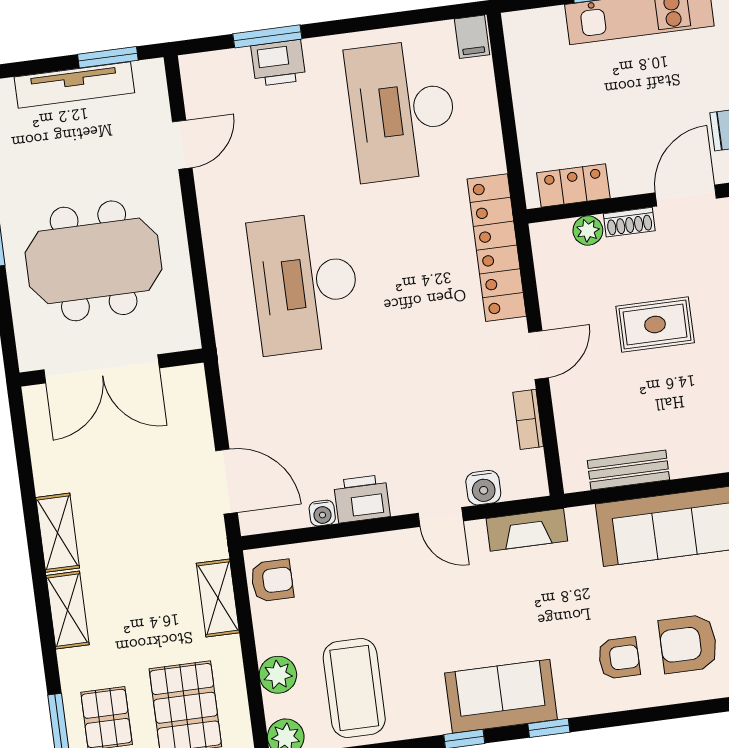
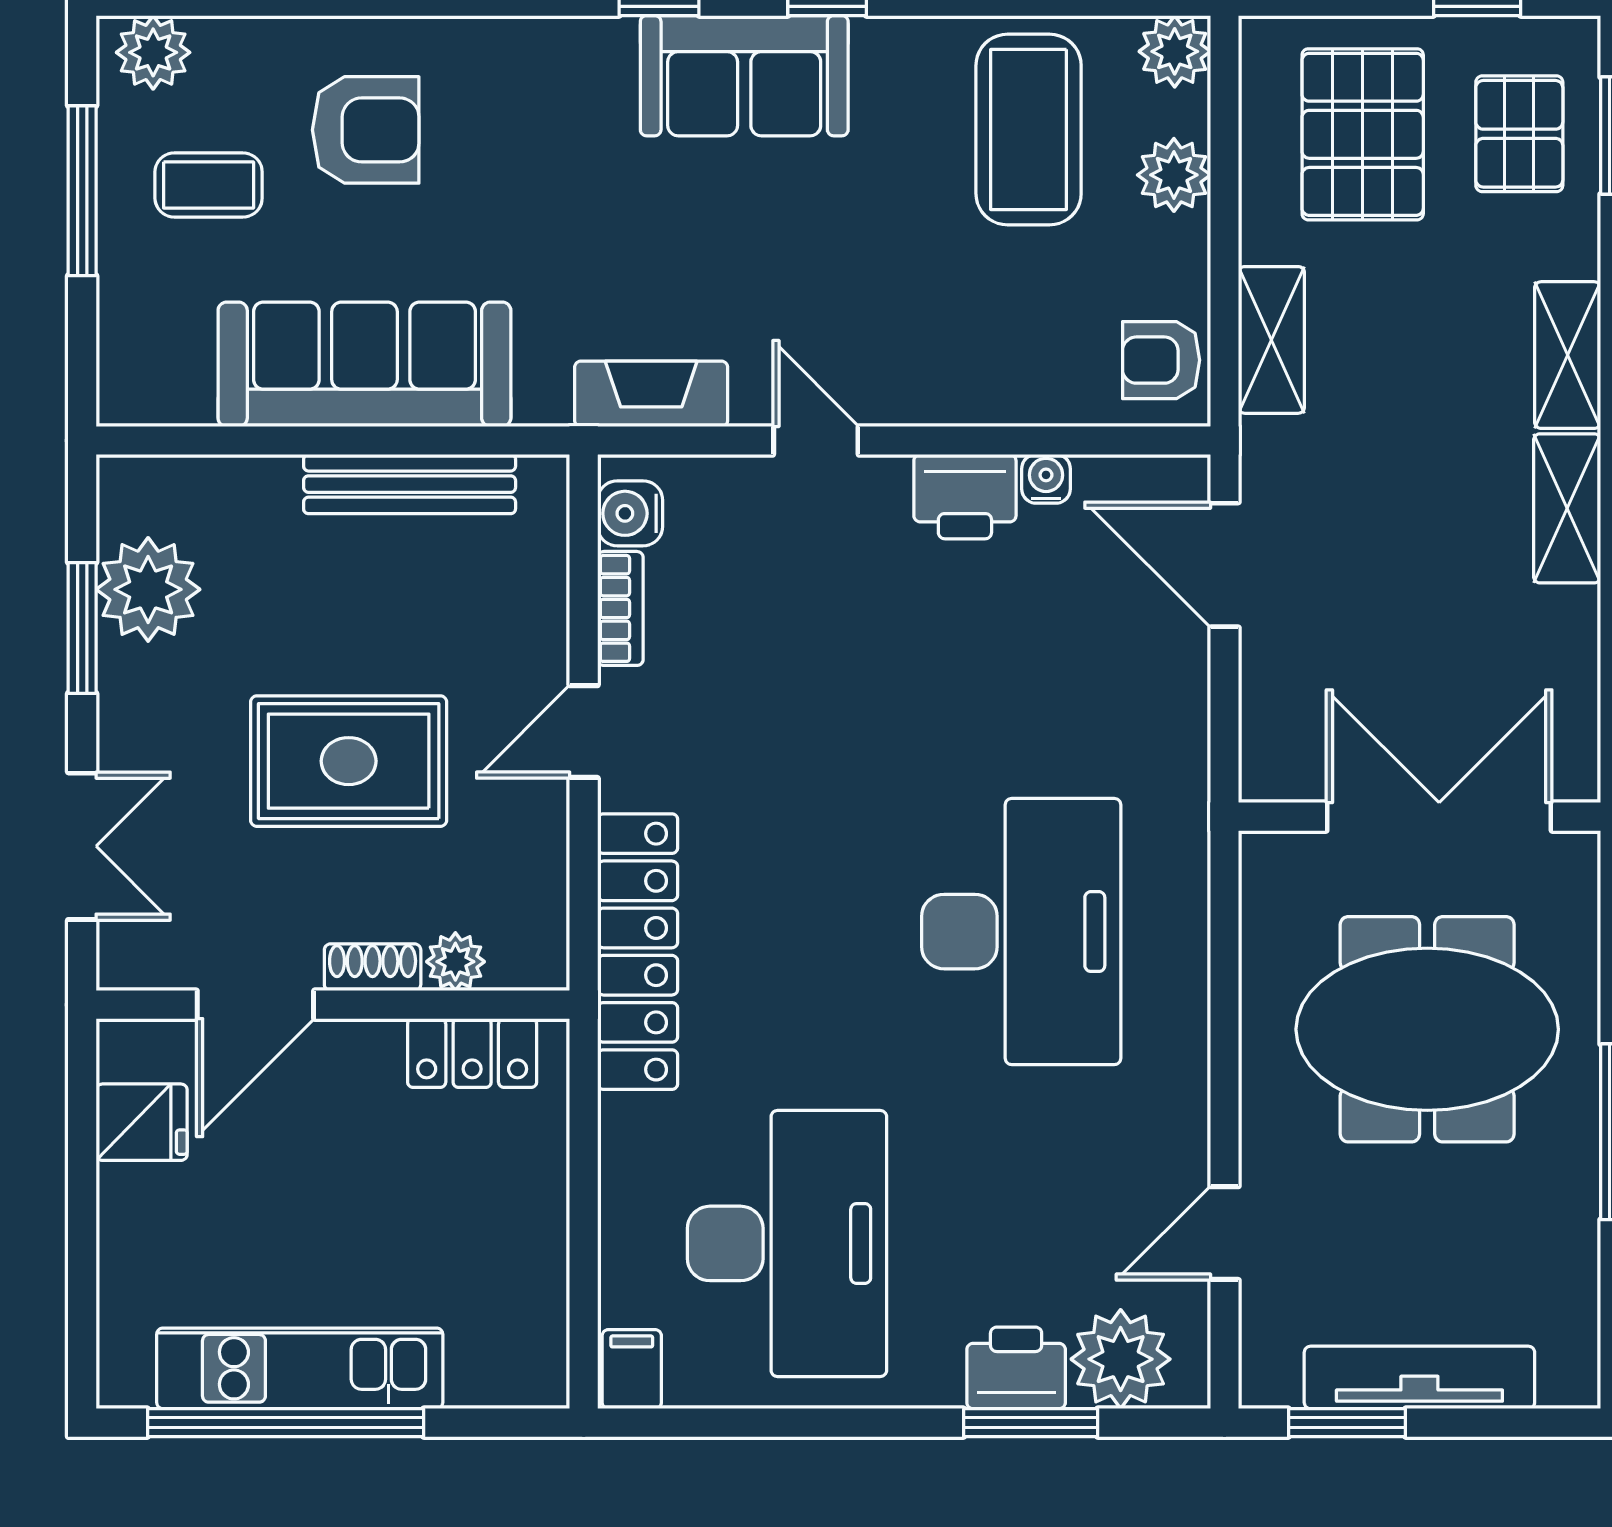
plant: (226, 74) -> (1121, 1359), added
rug: (655, 324) -> (349, 761), width x1.36, depth x1.43
bench: (628, 470) -> (410, 484), width x1.36
water cooler: (483, 488) -> (630, 513), moved, turned -90
armchair: (619, 658) -> (505, 120), removed

